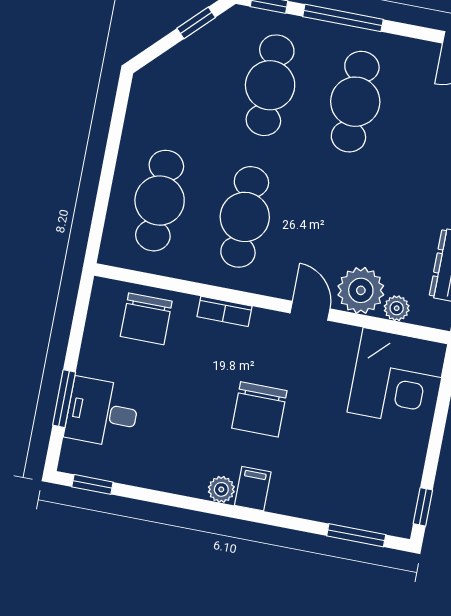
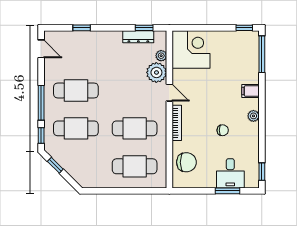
bookcase: (224, 311) -> (177, 123), width x1.56
door: (310, 311) -> (169, 93), swing flipped
chair: (259, 409) -> (223, 130), moved, width x0.54, depth x0.54
filing cabinet: (253, 489) -> (251, 91), moved
window: (356, 535) -> (262, 54), width x1.44

